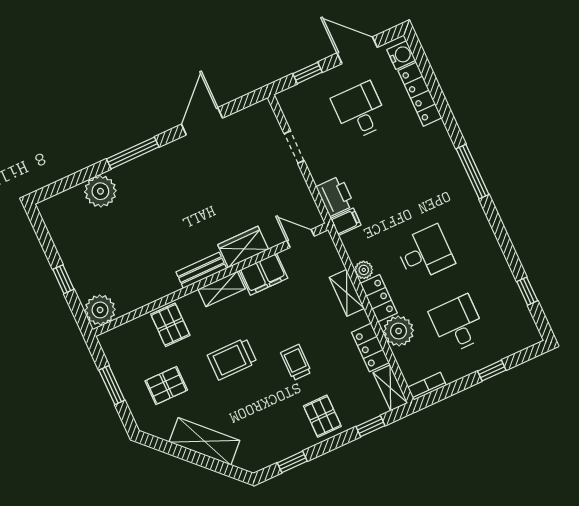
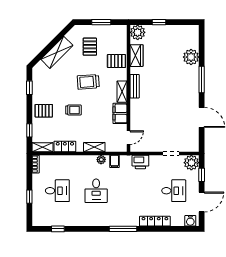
locker: (420, 94) -> (155, 221), moved
filing cabinet: (346, 222) -> (114, 161), moved
wardrobe: (243, 247) -> (136, 56), moved
locker: (379, 298) -> (85, 160), removed
plant: (399, 331) -> (191, 163), moved
trolley: (232, 359) -> (88, 82), turned -94

